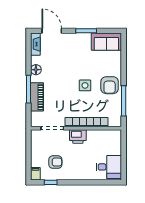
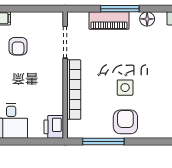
armchair: (110, 85) -> (125, 122), turned 90
printer: (78, 136) -> (54, 127), moved

